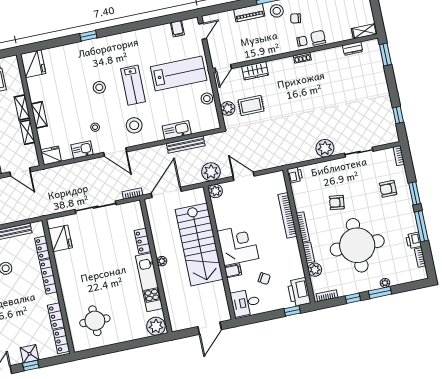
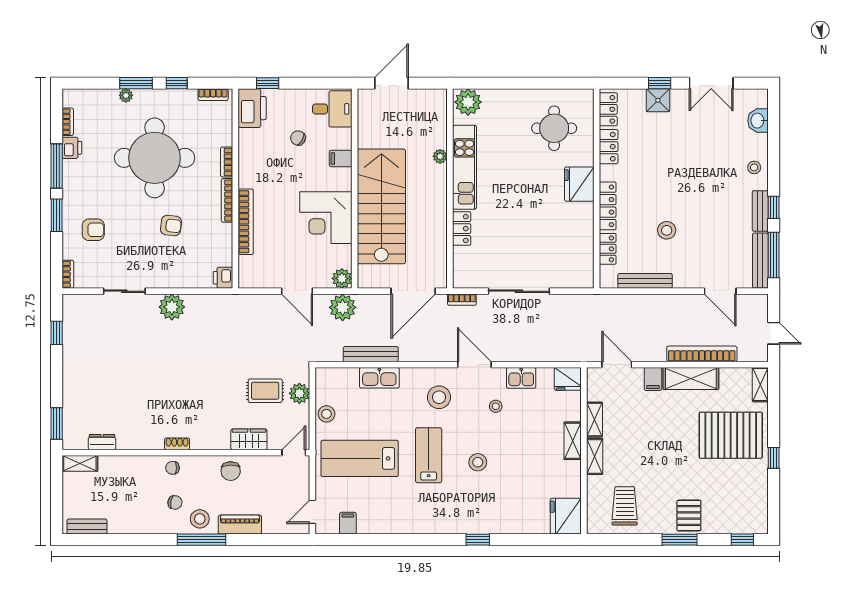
chair: (318, 38) -> (231, 471), moved
fridge: (60, 238) -> (579, 184), moved
corner desk: (238, 245) -> (326, 218), moved
plant: (162, 261) -> (440, 156), moved
plant: (315, 270) -> (223, 136), removed

